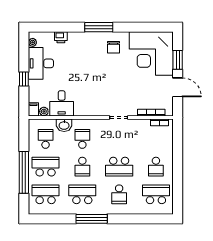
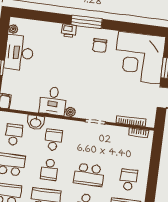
printer: (61, 37) -> (69, 31), moved
desk: (62, 103) -> (53, 101), moved
plant: (44, 111) -> (70, 112), moved
school desk: (156, 167) -> (129, 180), turned 180

